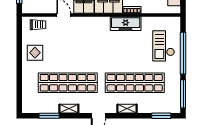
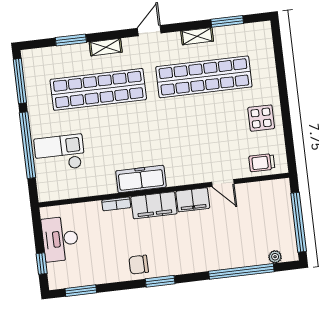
freezer: (126, 24) -> (141, 179), moved
checkout: (164, 46) -> (60, 153), turned -90
window: (161, 116) -> (71, 40), moved

